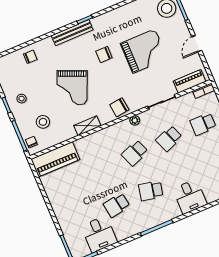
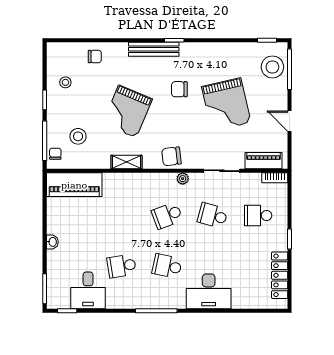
door: (197, 44) -> (290, 121), hinge flipped
grand piano: (144, 51) -> (226, 104), turned 77
stool: (22, 99) -> (65, 82), moved
school desk: (169, 139) -> (213, 215), turned 36
desk: (190, 197) -> (209, 291), width x1.37
washbasin: (57, 209) -> (52, 242), added

